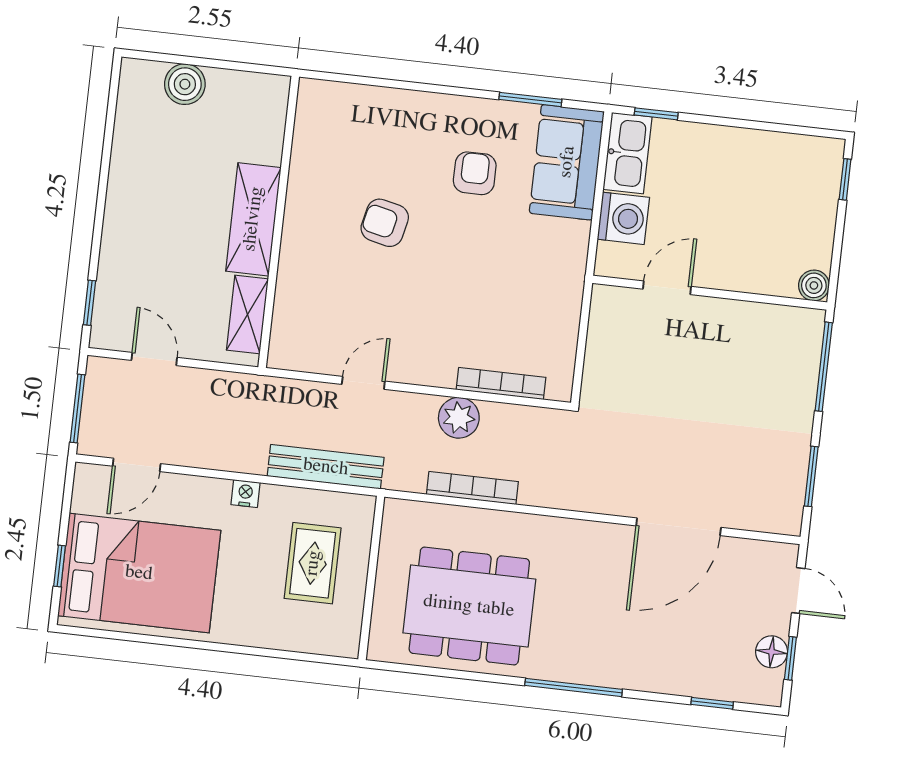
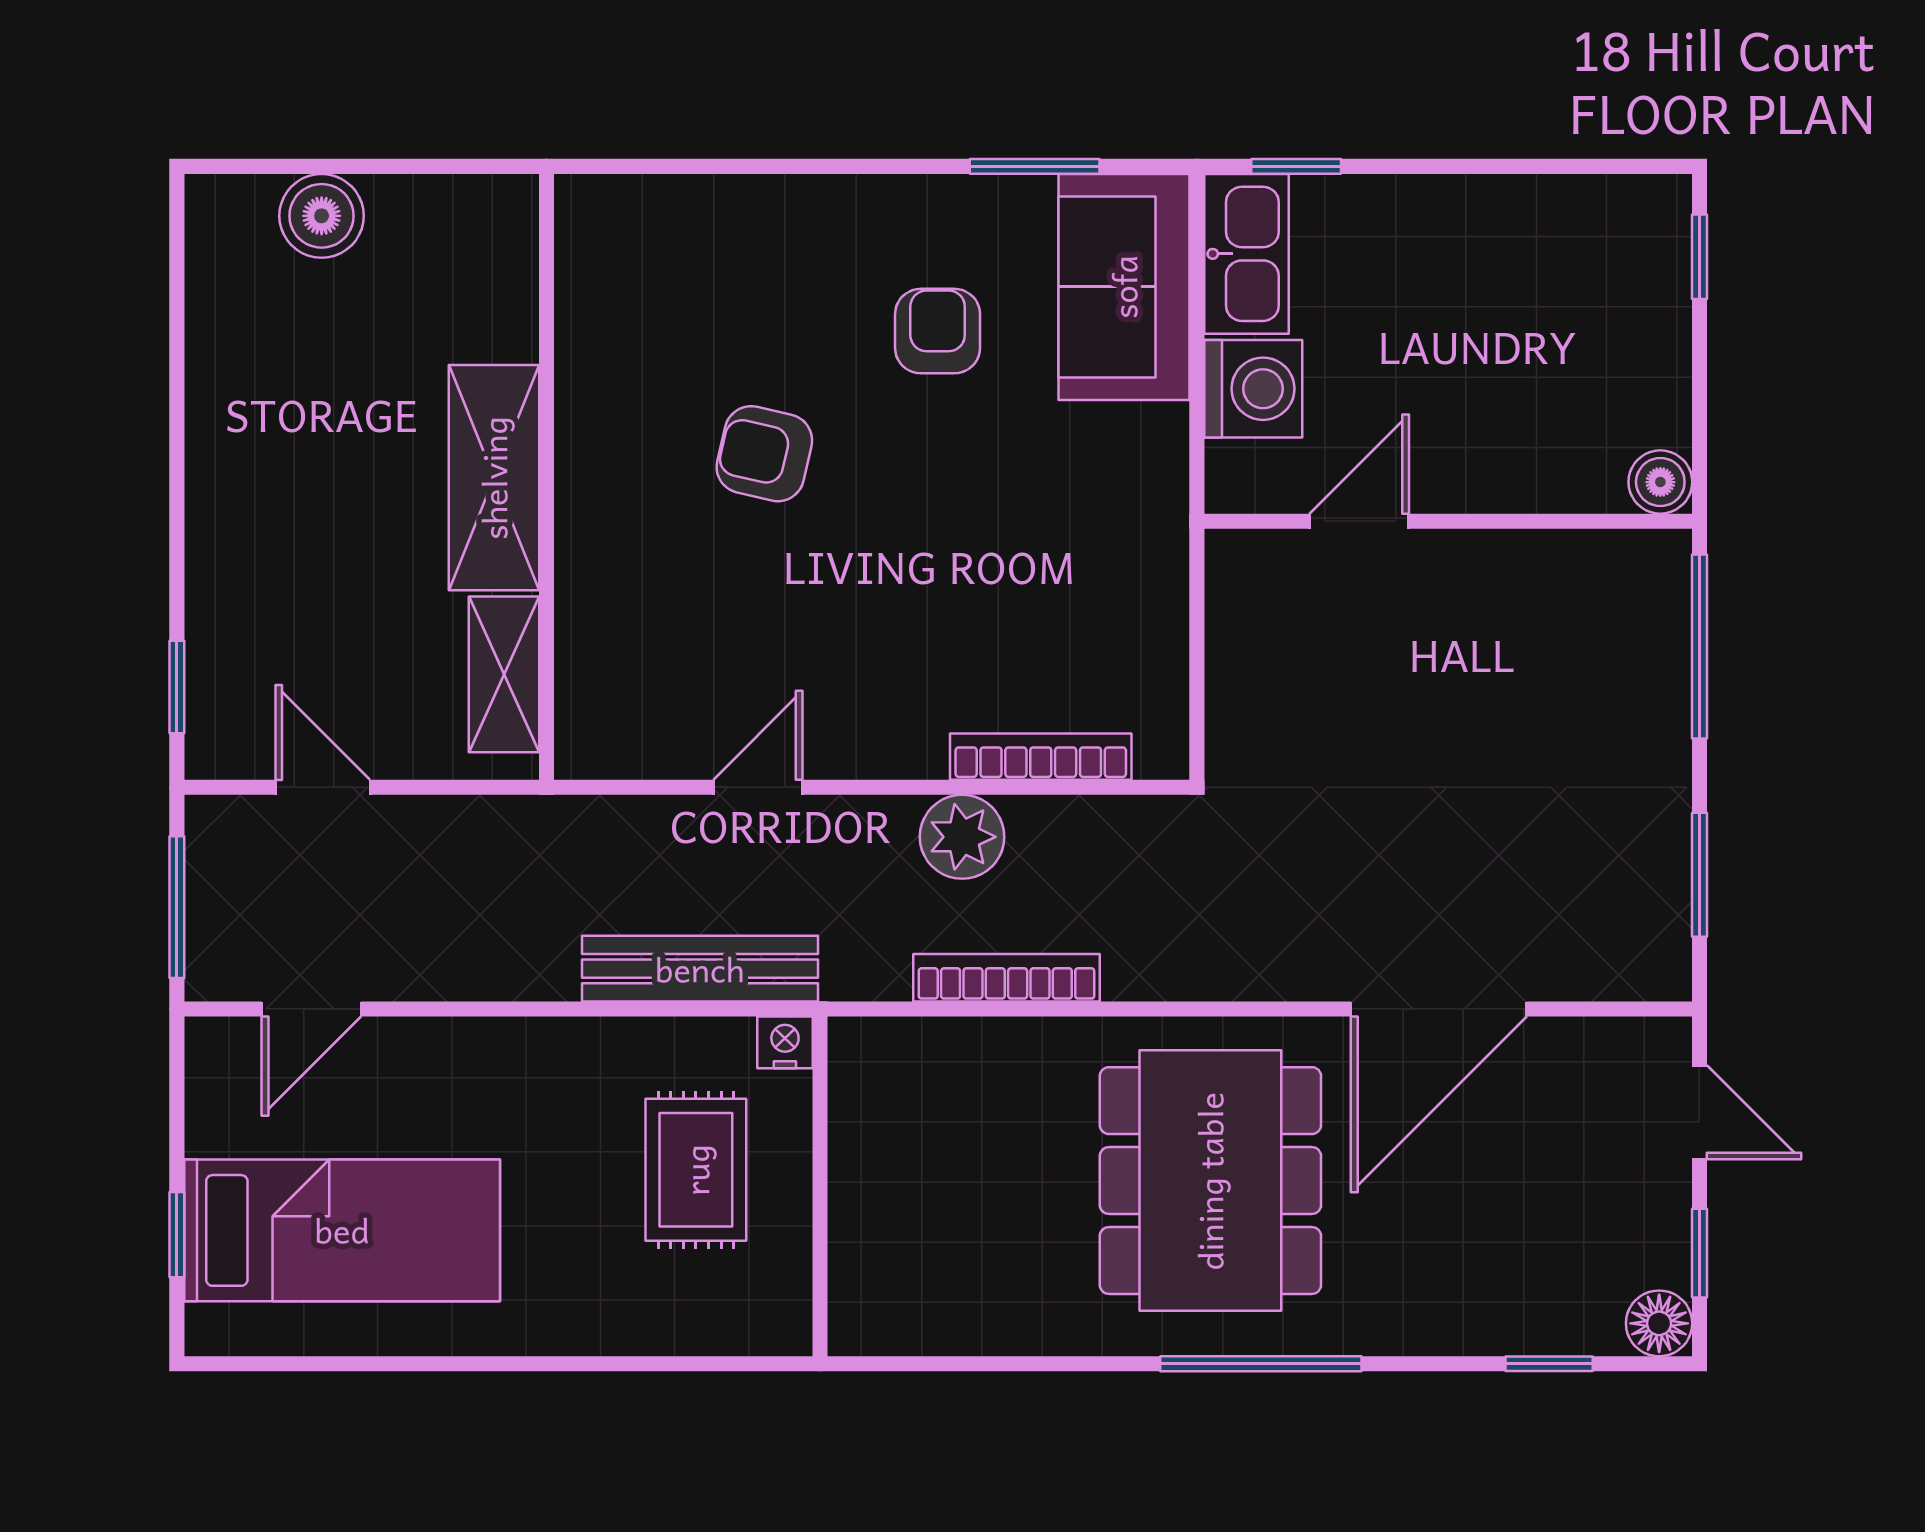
nightstand: (245, 494) -> (785, 1042), moved
bed: (139, 573) -> (342, 1230), width x0.67
dining table: (469, 606) -> (1210, 1181), moved, turned 90
floor lamp: (772, 652) -> (1659, 1323), moved

